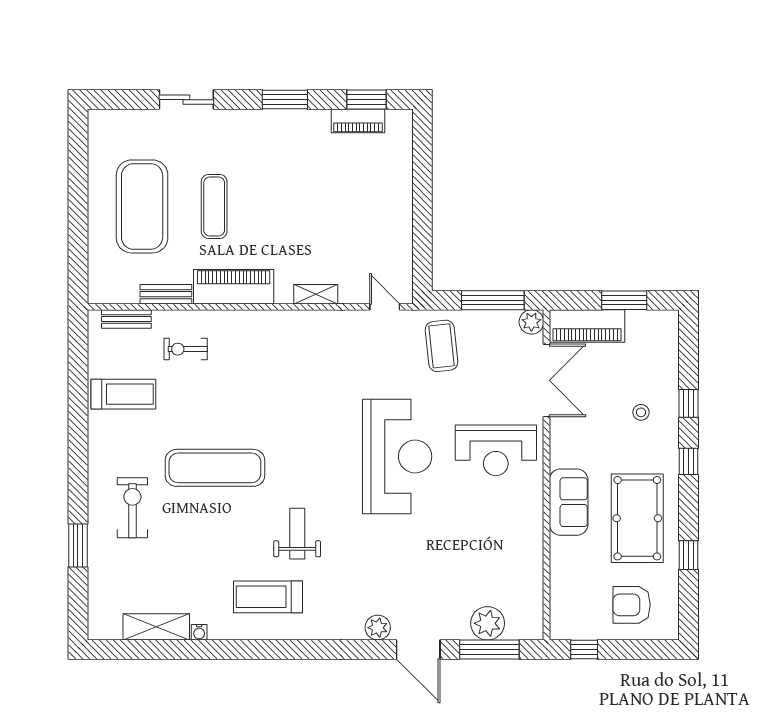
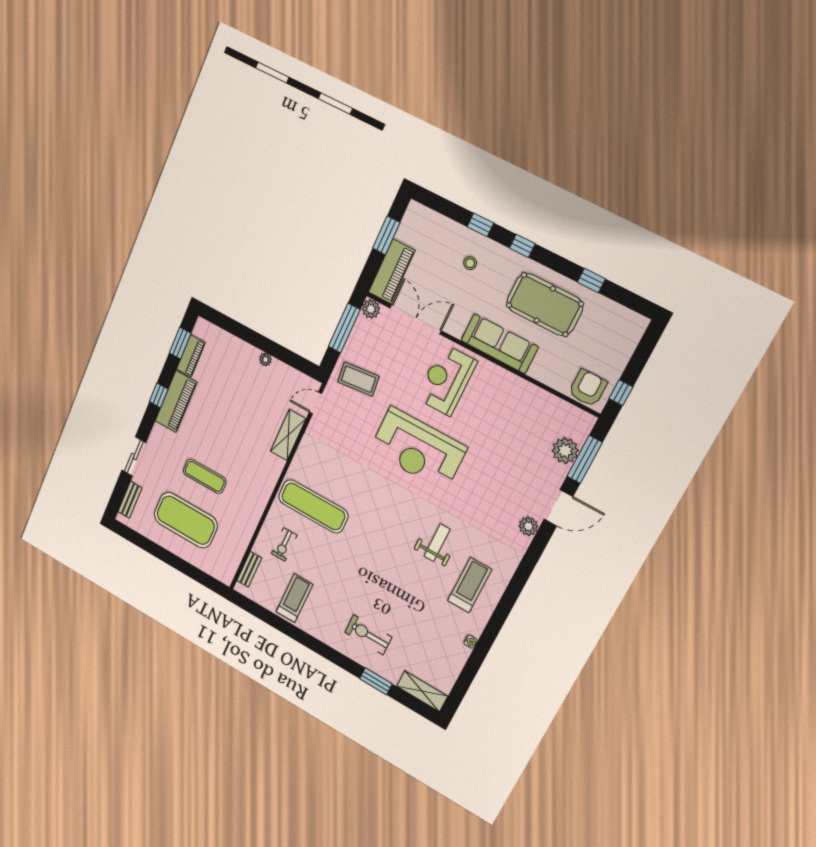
window: (285, 100) -> (159, 395), width x0.67
plant: (404, 220) -> (265, 360), added
piano: (234, 287) -> (176, 402), moved, turned 180
bench: (166, 294) -> (130, 500), moved
shelving: (316, 294) -> (288, 435), width x1.50, depth x1.33
reception desk: (496, 450) -> (446, 380), turned 180
reception desk: (397, 456) -> (418, 449), turned 180
exercise mat: (215, 468) -> (313, 506), moved, turned 90
sofa: (569, 502) -> (500, 344), width x1.36
weight bench: (297, 534) -> (437, 543), turned 90
treadmill: (268, 597) -> (470, 585), turned 180
armchair: (632, 605) -> (588, 388), moved, turned 180
shelving: (156, 627) -> (422, 691), moved, turned 90

